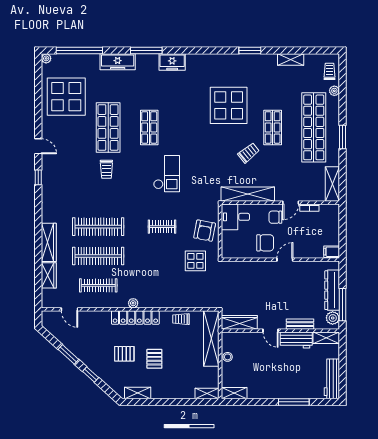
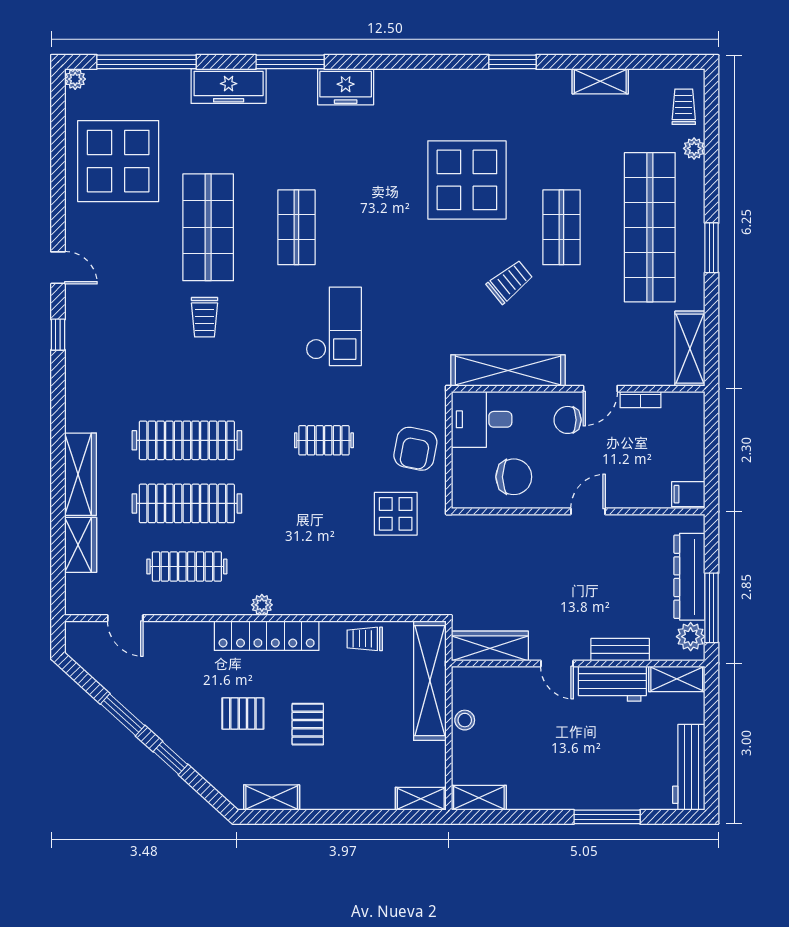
chair: (265, 243) -> (514, 477), moved

